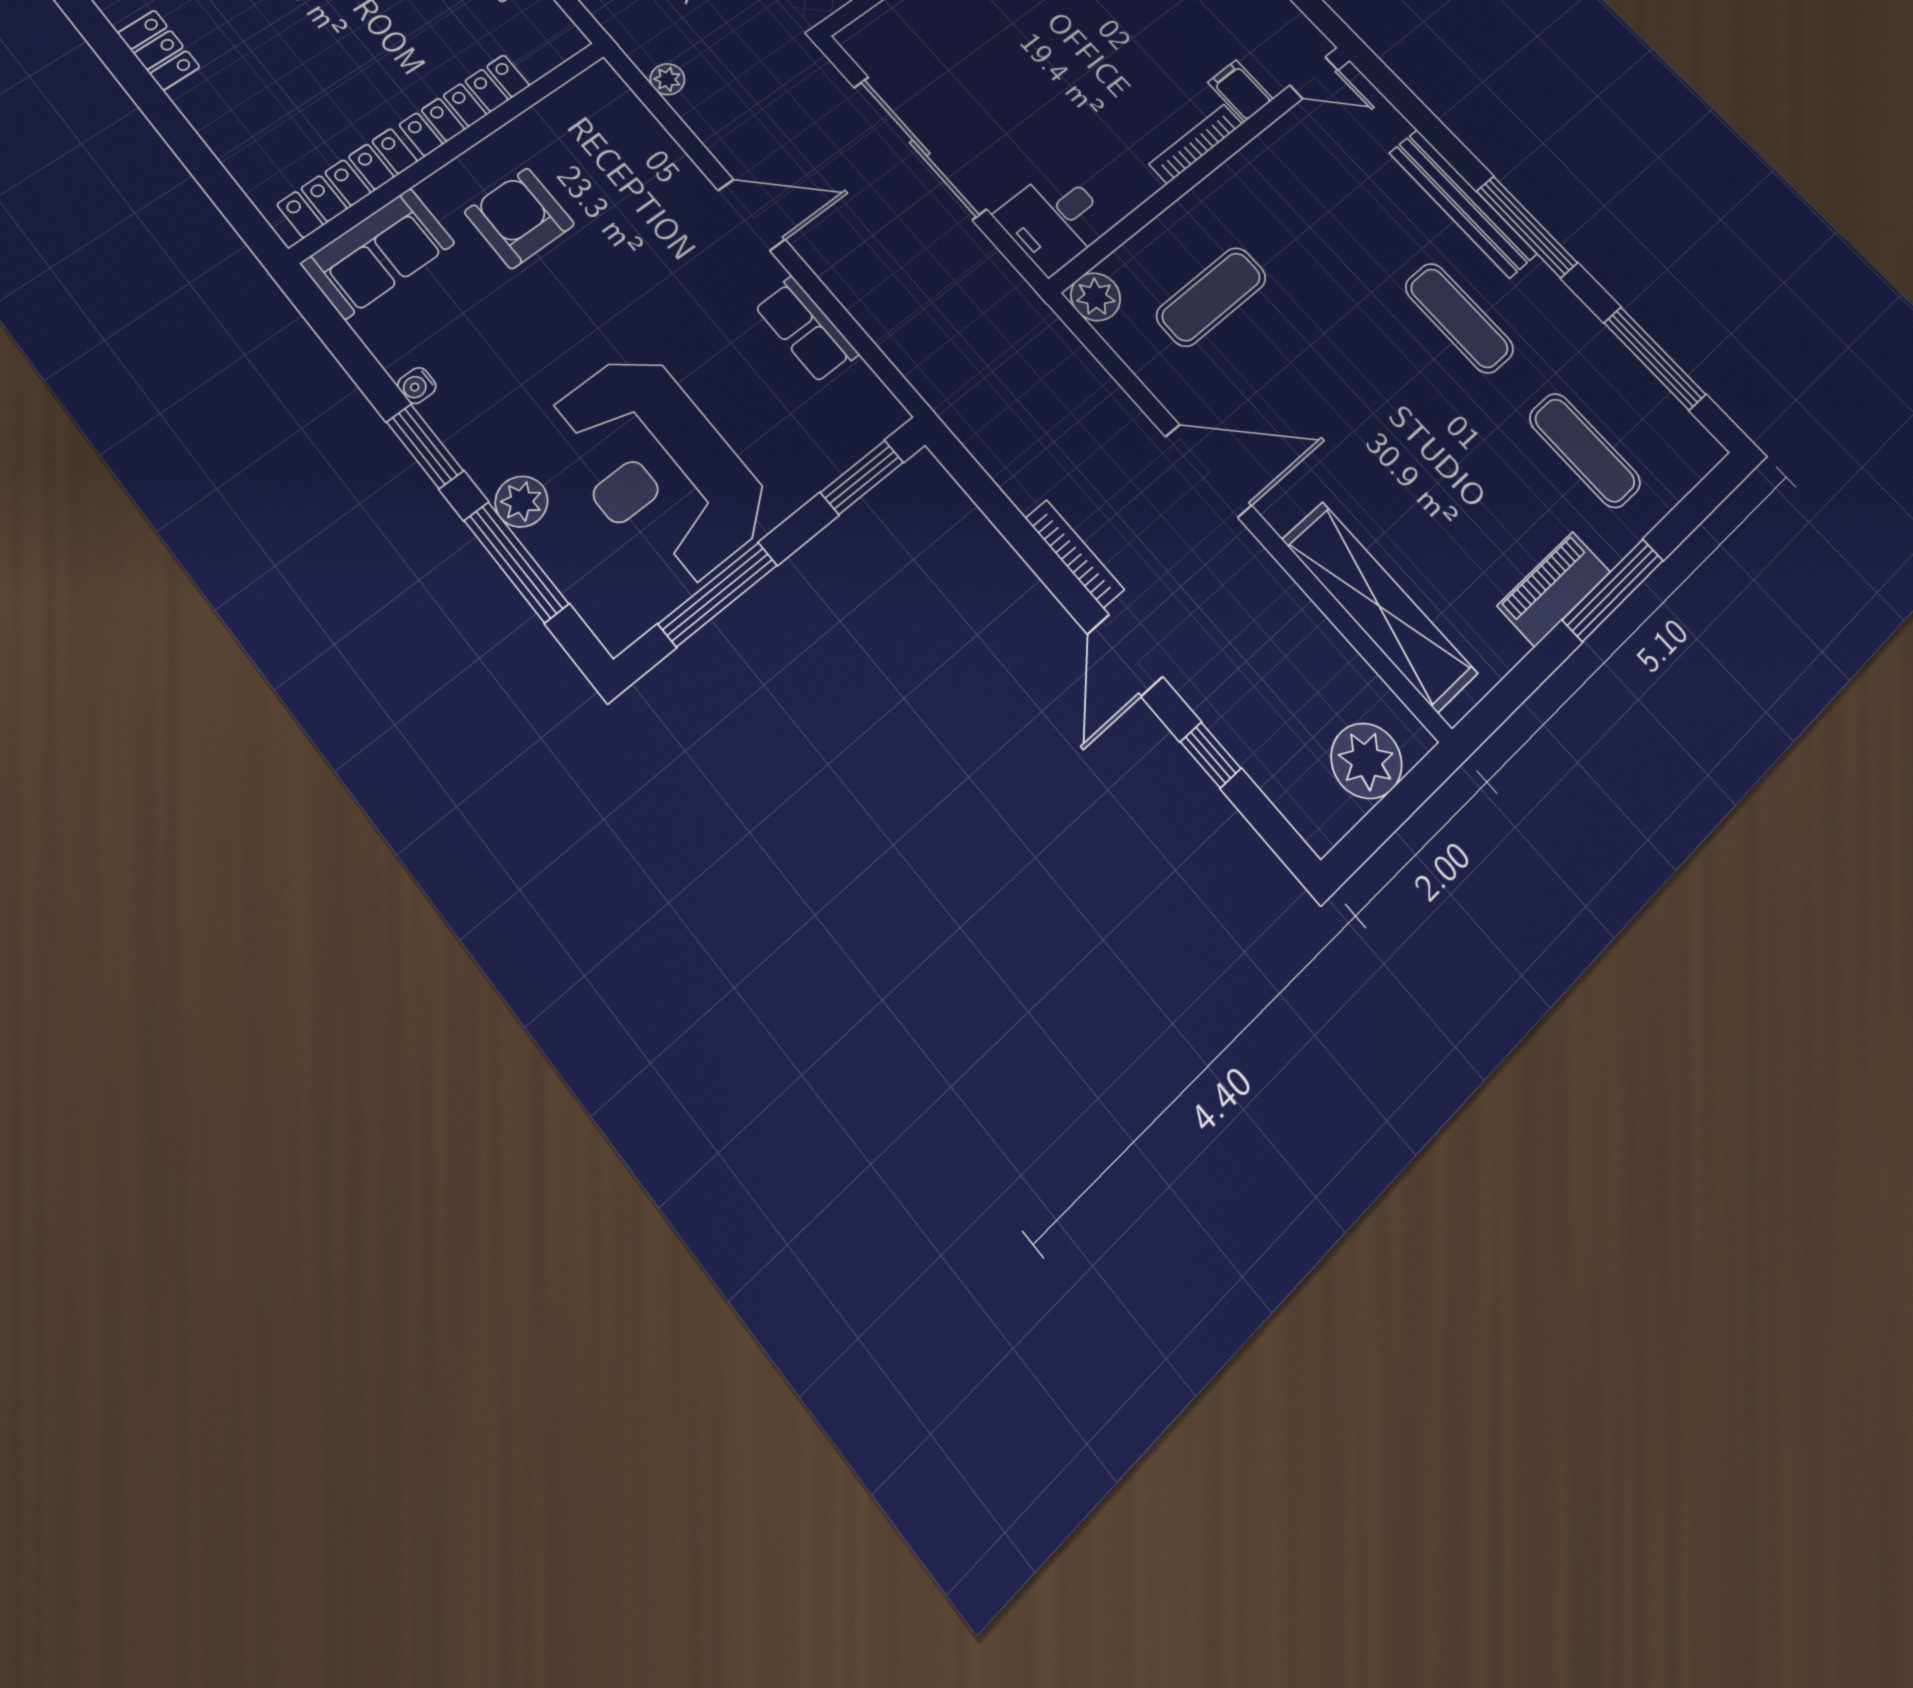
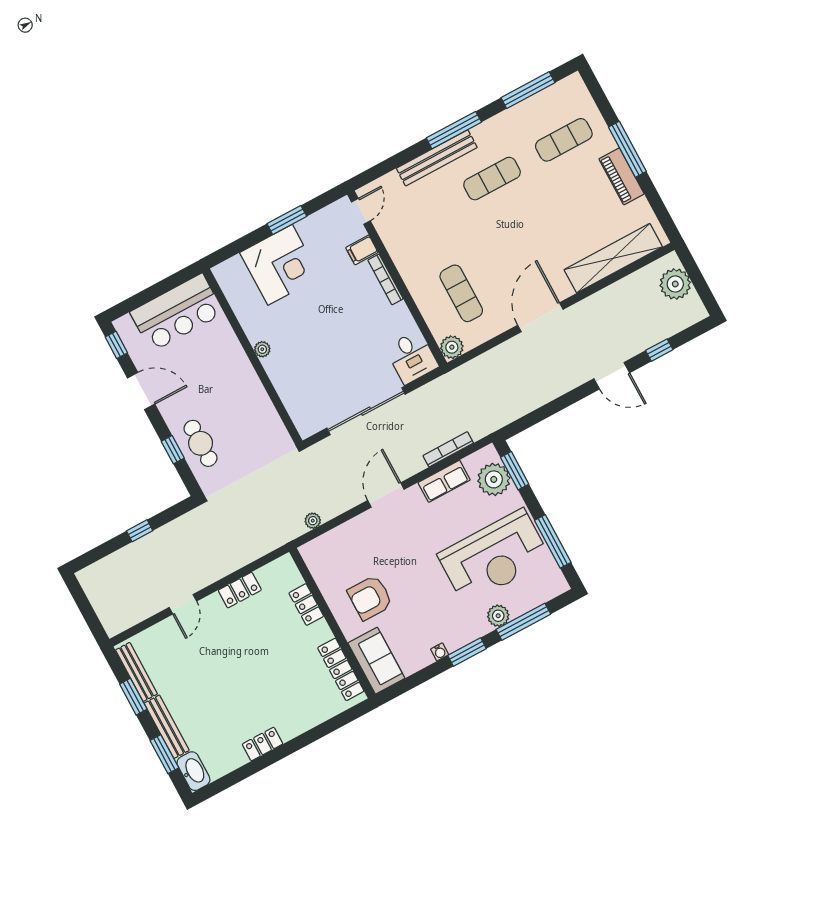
locker: (465, 105) -> (306, 605), width x0.66
plant: (833, 435) -> (494, 479), added
bookcase: (1075, 554) -> (448, 449), moved

